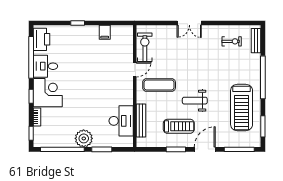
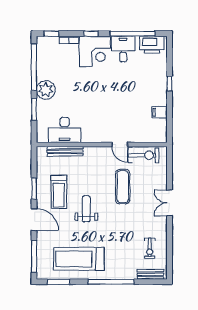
exercise mat: (159, 85) -> (123, 187), moved

